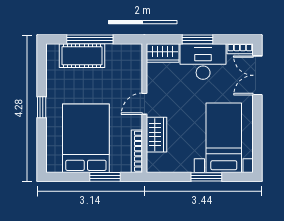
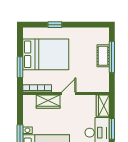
cot: (82, 56) -> (103, 56), width x0.73, depth x0.75
door: (144, 104) -> (69, 93), hinge flipped
window: (42, 107) -> (55, 25), moved

